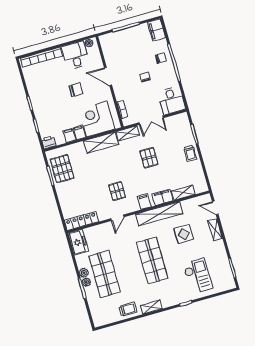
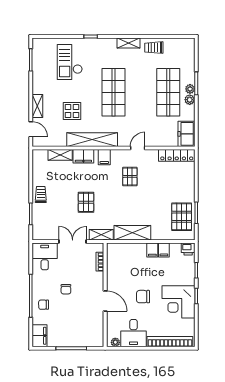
corner desk: (97, 119) -> (179, 302), moved, turned 90

